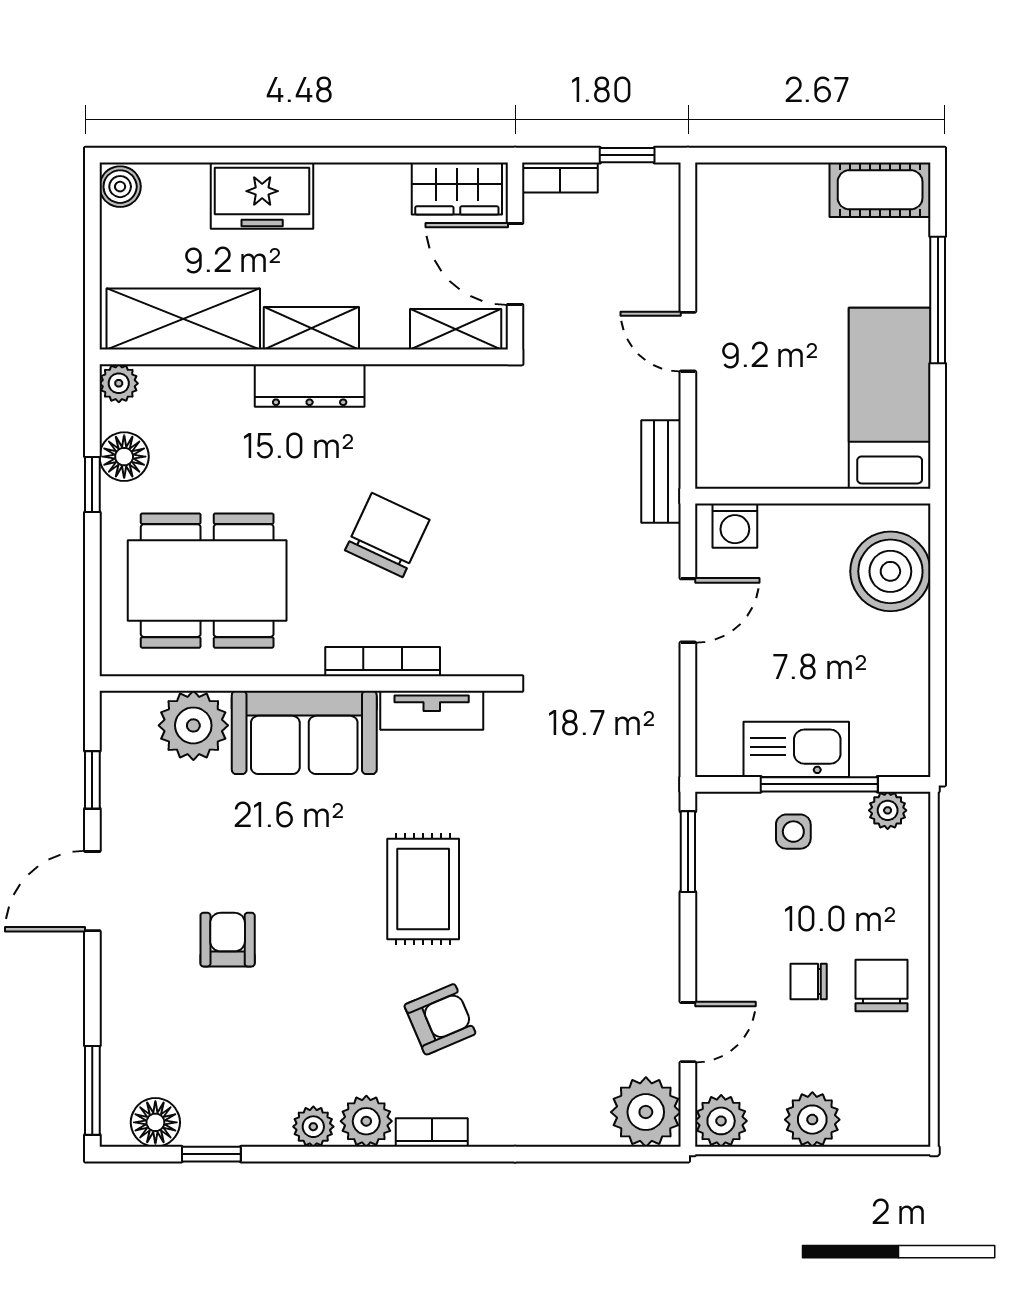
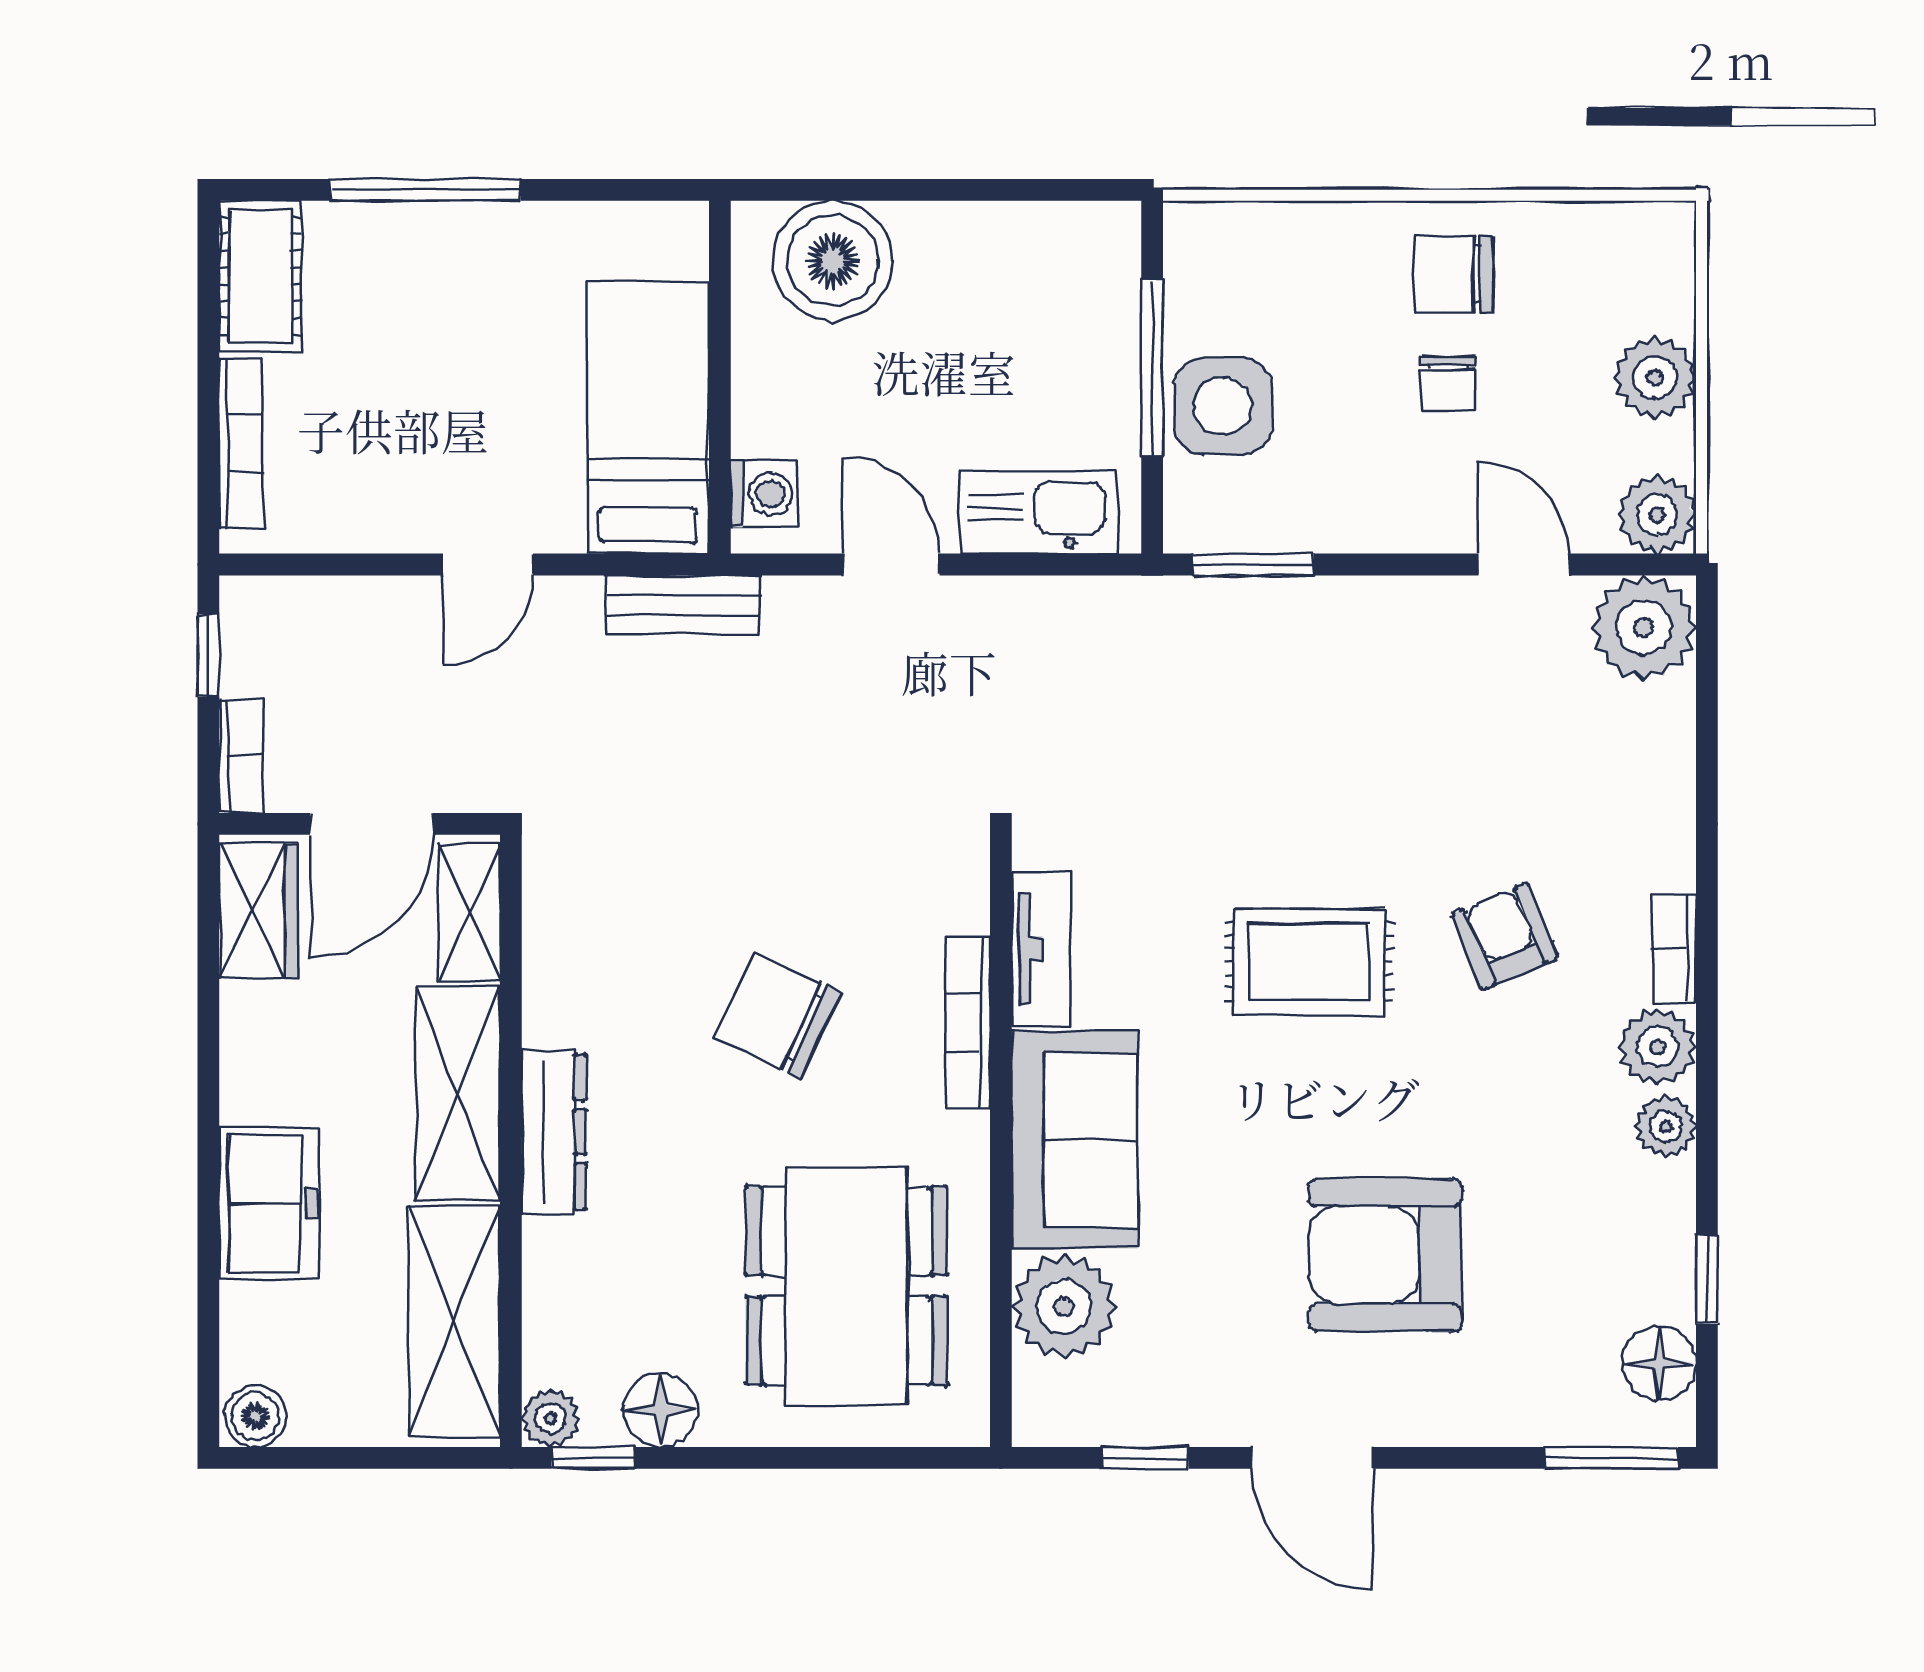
bookcase: (769, 177) -> (241, 443), added
shelving: (311, 328) -> (457, 1094), width x1.50, depth x1.33
bed: (890, 398) -> (648, 418), moved, turned 90
window: (92, 484) -> (593, 1458), moved
kitchen sink: (796, 749) -> (1038, 512), moved, turned 90
plant: (888, 810) -> (1191, 265), removed
side table: (793, 832) -> (1223, 406), width x1.87, depth x1.87
armchair: (228, 940) -> (1385, 1255), width x1.88, depth x1.88

